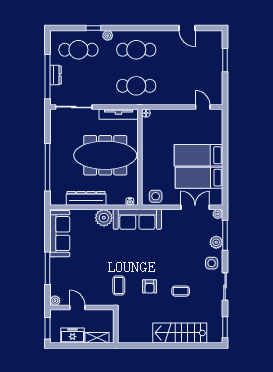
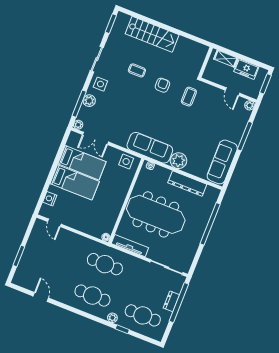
nightstand: (217, 129) -> (50, 199), added

